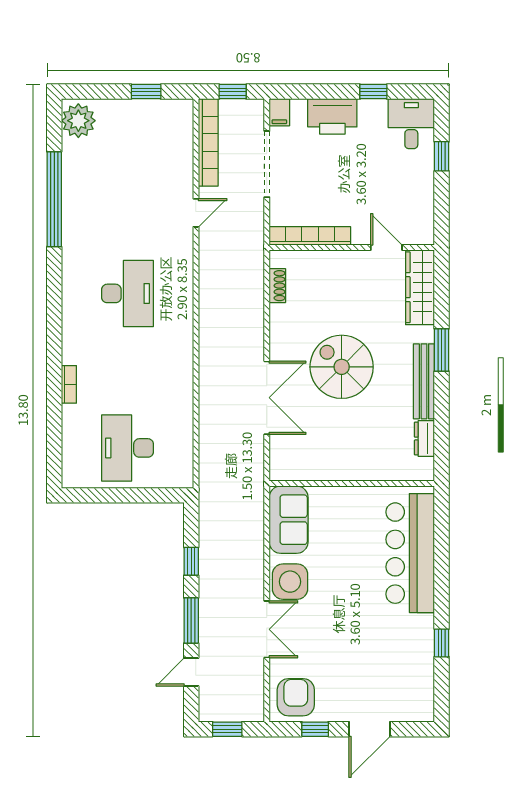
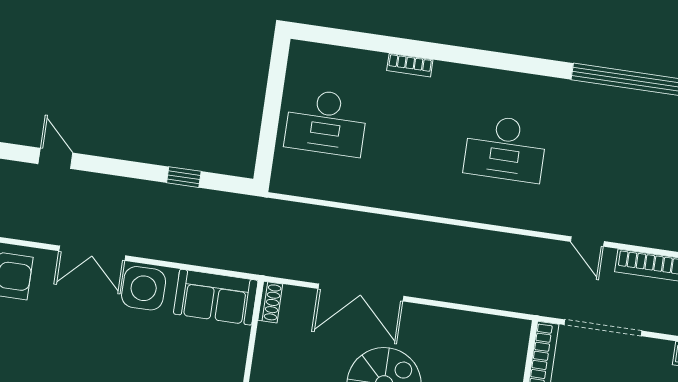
doorway: (267, 164) -> (603, 328), moved
shoe rack: (277, 286) -> (270, 302), moved, turned -90
desk: (127, 448) -> (326, 122), turned 180
window: (191, 621) -> (115, 167), removed

